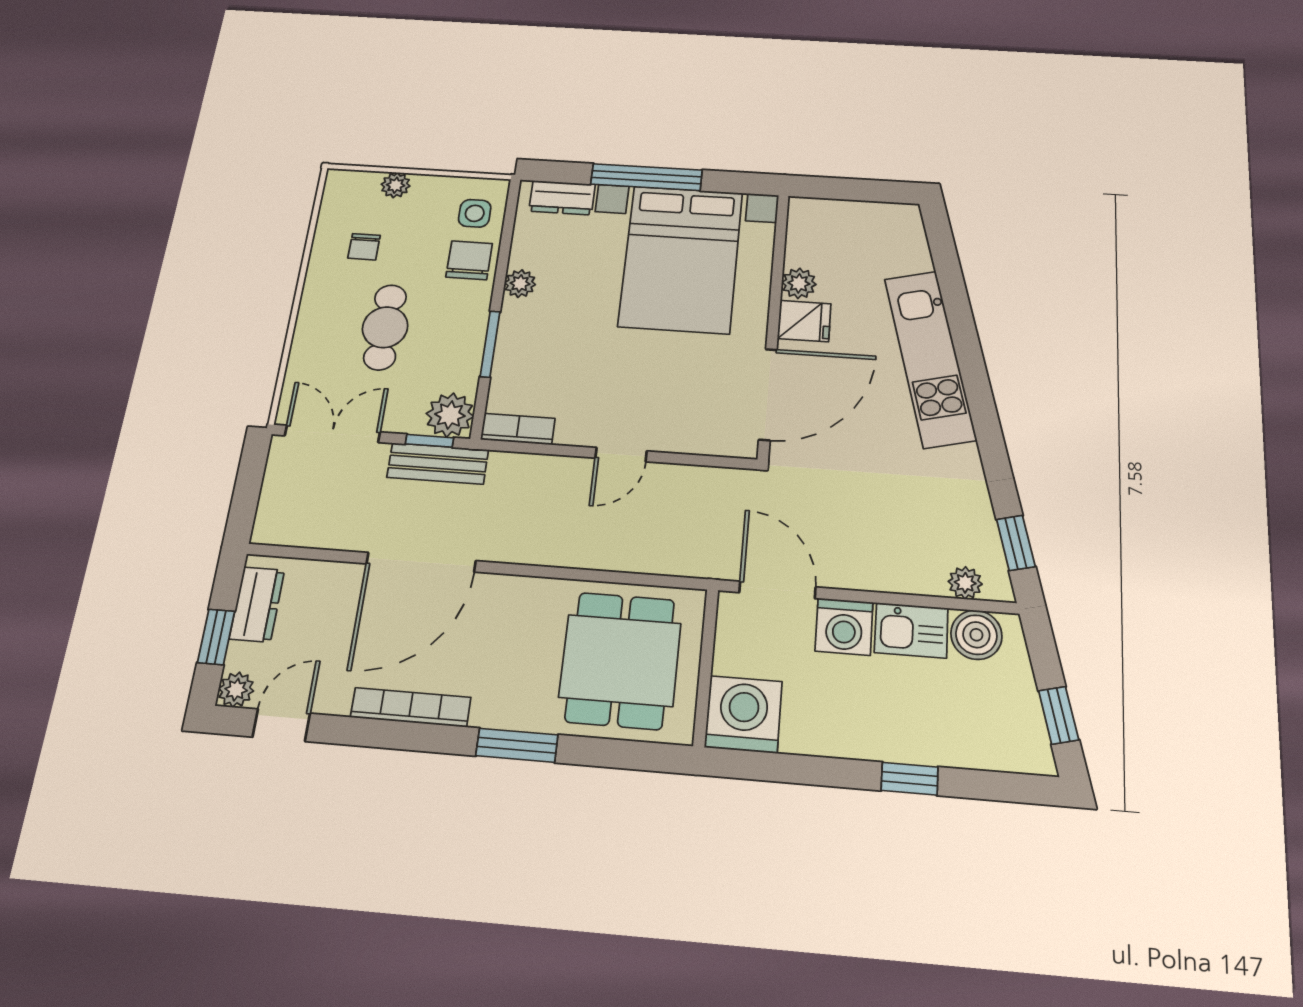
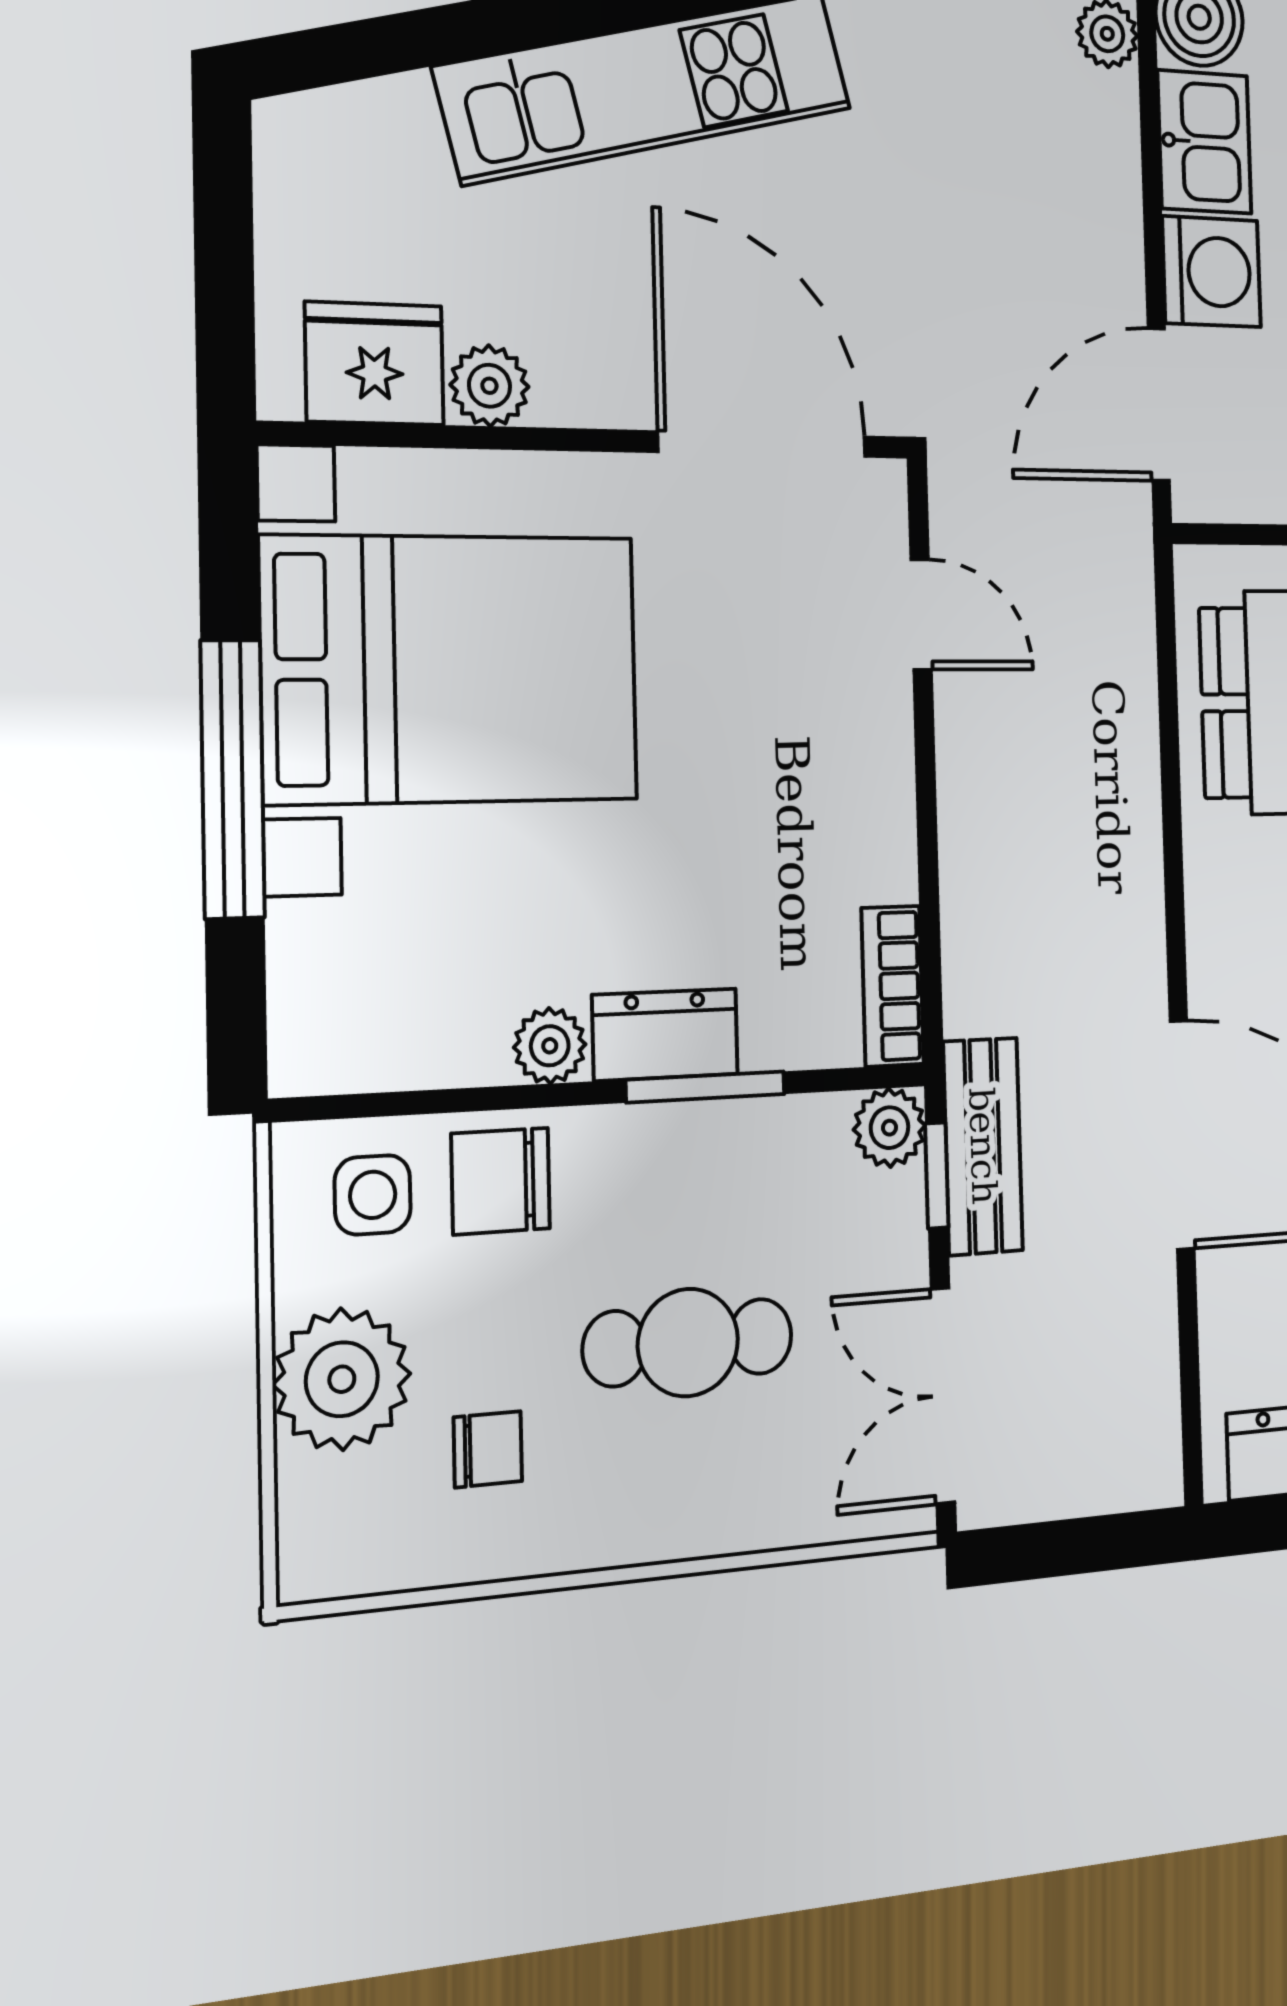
plant: (396, 185) -> (342, 1379), width x1.87, depth x1.87
dresser: (562, 198) -> (665, 1035), moved, turned -90
fridge: (804, 321) -> (374, 364), moved, width x1.38
plant: (450, 415) -> (890, 1128), width x0.73, depth x0.73
door: (621, 455) -> (921, 614), moved

